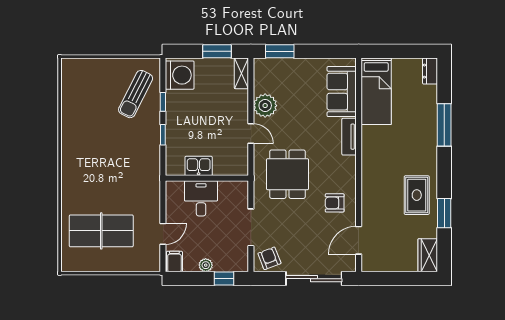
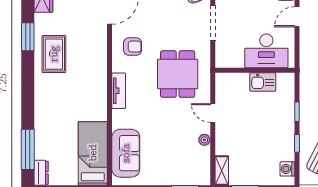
washing machine: (180, 75) -> (287, 169), width x0.53, depth x0.53
plant: (265, 106) -> (204, 140), width x0.53, depth x0.53
window: (444, 125) -> (28, 149), moved
tv unit: (349, 137) -> (119, 91), moved
desk: (201, 198) -> (266, 51), width x1.37

